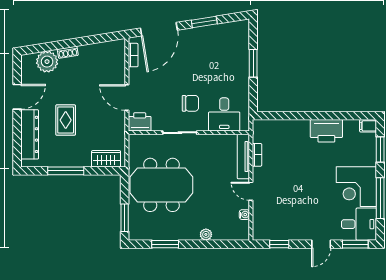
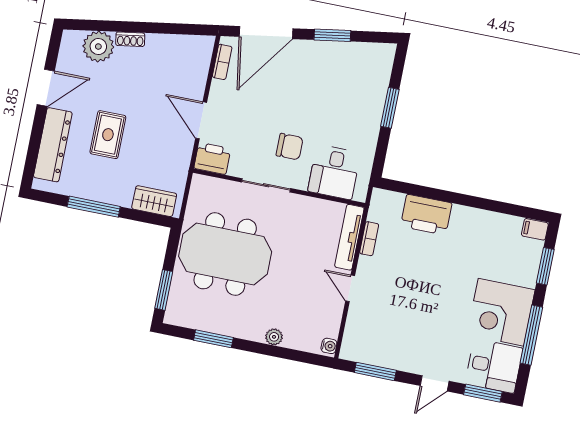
printer: (326, 131) -> (426, 215), moved
water cooler: (244, 215) -> (329, 346), moved
window: (279, 244) -> (375, 371), width x1.50

